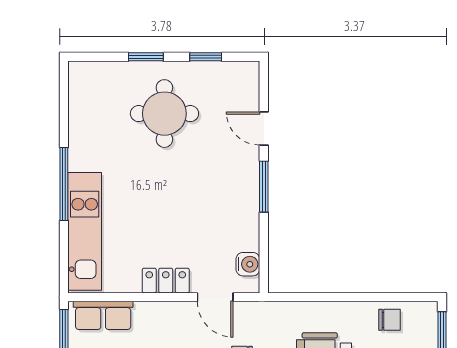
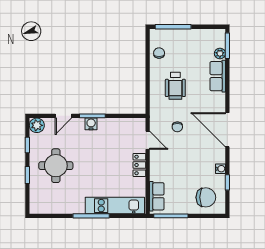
plant: (245, 75) -> (37, 125), added
water cooler: (248, 264) -> (91, 124), moved
door: (215, 297) -> (148, 140), hinge flipped

